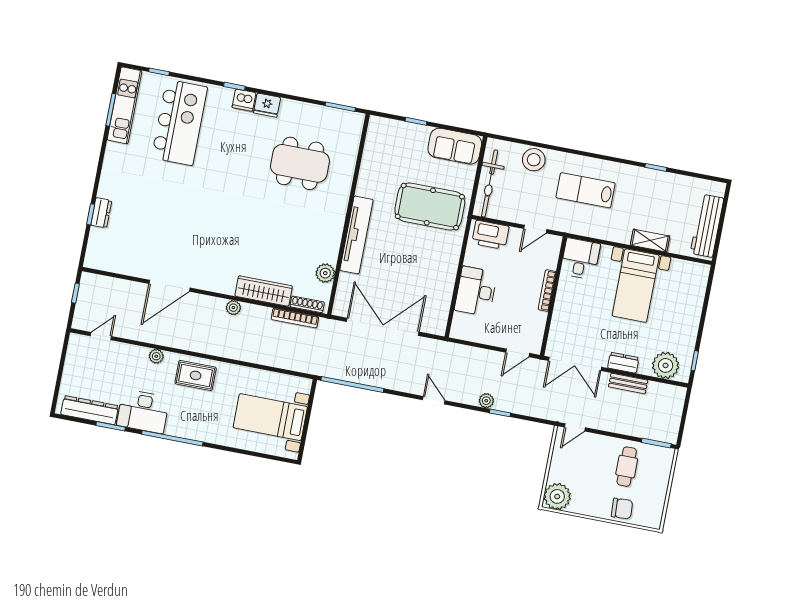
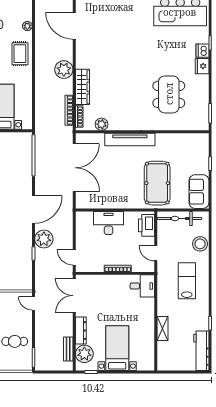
workbench: (707, 226) -> (201, 351), moved, turned -90
bed with nightstands: (636, 286) -> (117, 348), moved, turned 90
plant: (233, 308) -> (64, 70), width x1.87, depth x1.87
dresser: (623, 363) -> (81, 331), width x1.44
bench: (628, 383) -> (68, 349), moved
door: (434, 400) -> (33, 210), width x1.88
plant: (486, 401) -> (44, 239), width x1.88, depth x1.88

